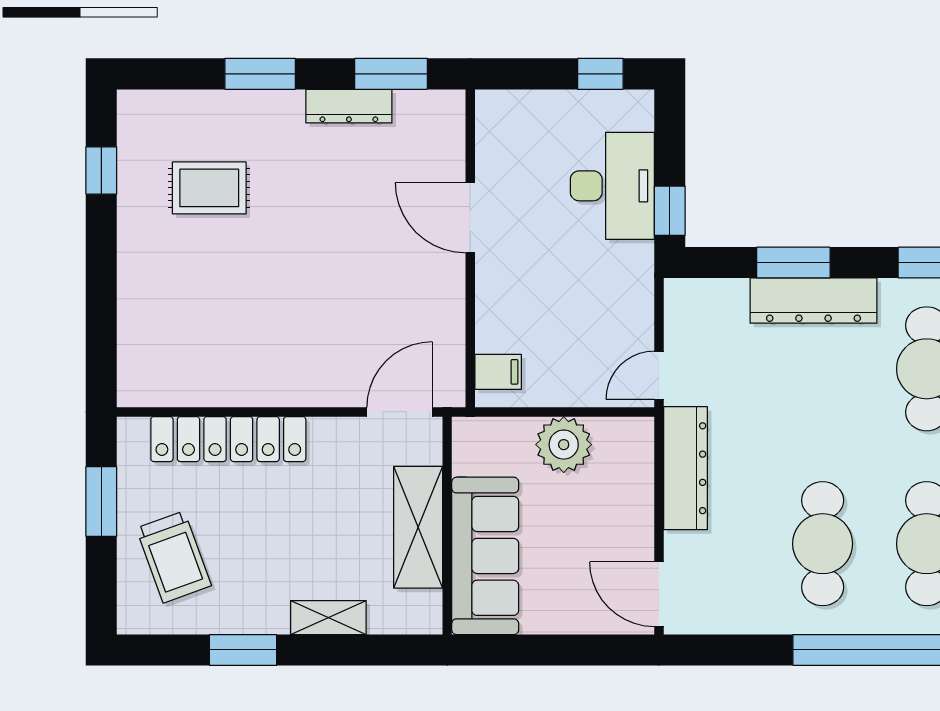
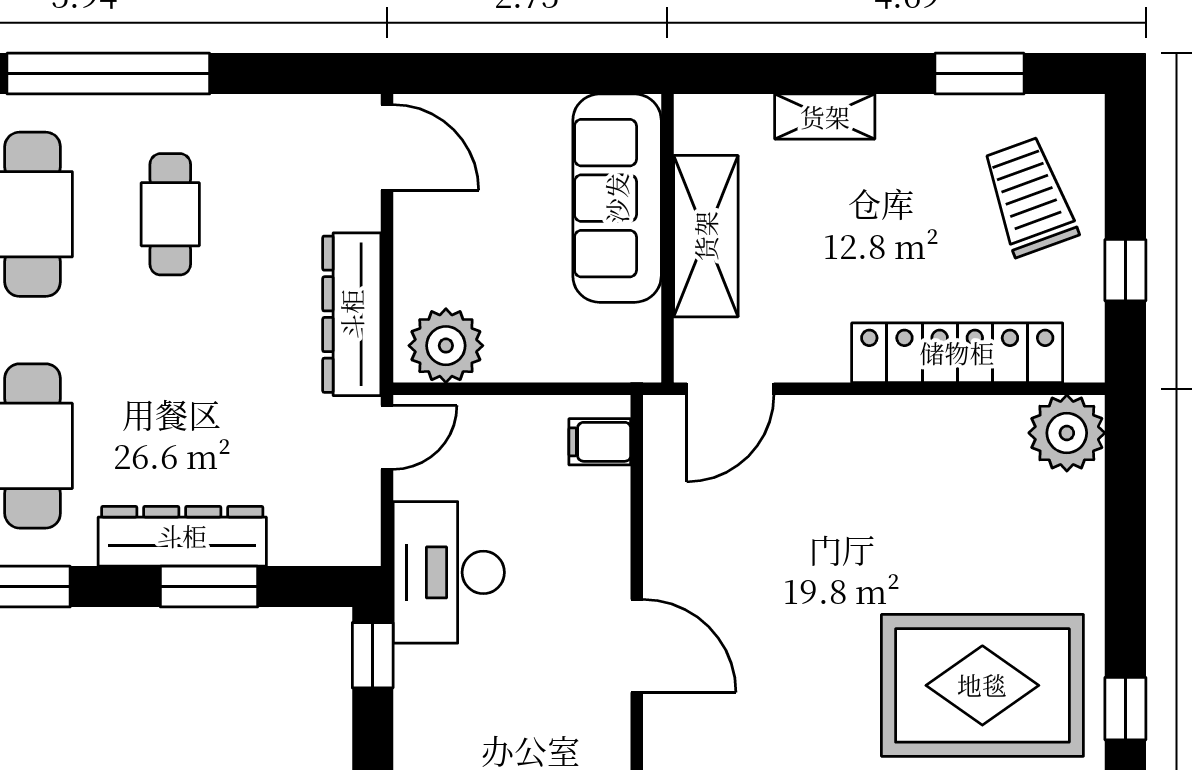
desk: (612, 186) -> (449, 572), moved
rug: (209, 188) -> (982, 685), width x1.86, depth x2.06
plant: (146, 379) -> (1067, 433), added
plant: (564, 445) -> (446, 346), moved
window: (101, 502) -> (1125, 270), width x0.67
cafe table: (823, 544) -> (170, 214), width x0.73, depth x0.74
window: (243, 650) -> (980, 74), moved

